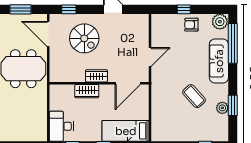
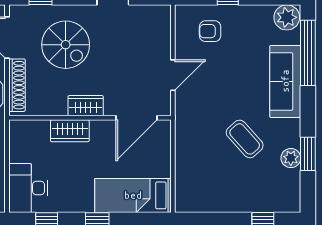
armchair: (191, 25) -> (210, 31), moved
shoe rack: (54, 63) -> (17, 85), added

